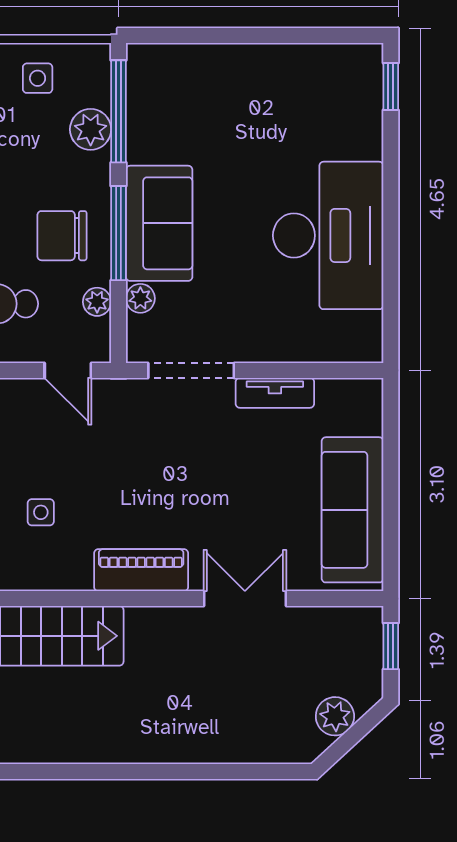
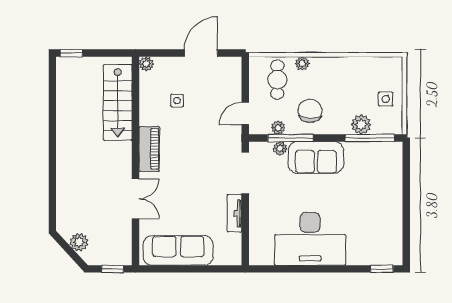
window: (118, 233) -> (291, 138), moved

